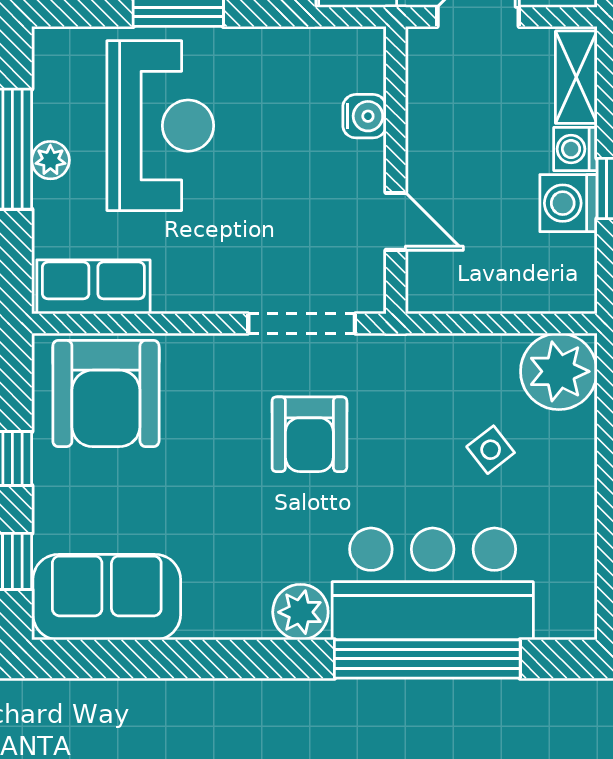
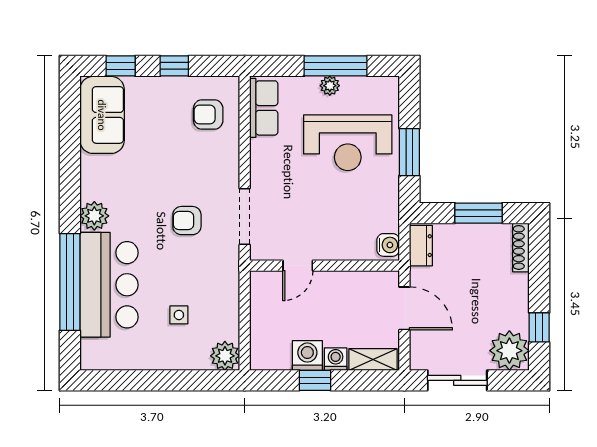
water cooler: (364, 116) -> (388, 245), moved, turned -90
plant: (559, 371) -> (225, 356), width x0.73, depth x0.73
armchair: (106, 394) -> (208, 114), width x0.53, depth x0.53
armchair: (309, 434) -> (187, 221), width x0.72, depth x0.72
side table: (491, 450) -> (179, 315), turned 38

